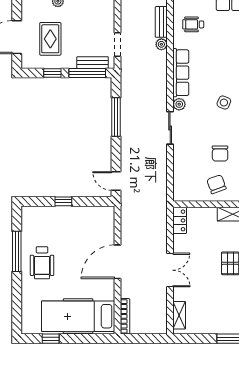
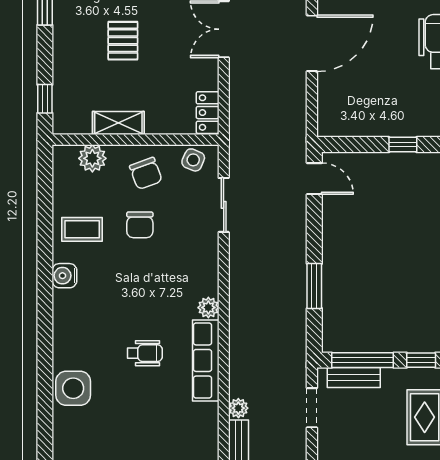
wheelchair: (193, 24) -> (145, 353), moved
side table: (224, 103) -> (193, 160), moved
window: (116, 117) -> (314, 286), width x0.69
sliding door: (170, 128) -> (224, 205), moved
chair: (220, 154) -> (140, 225), turned 180

